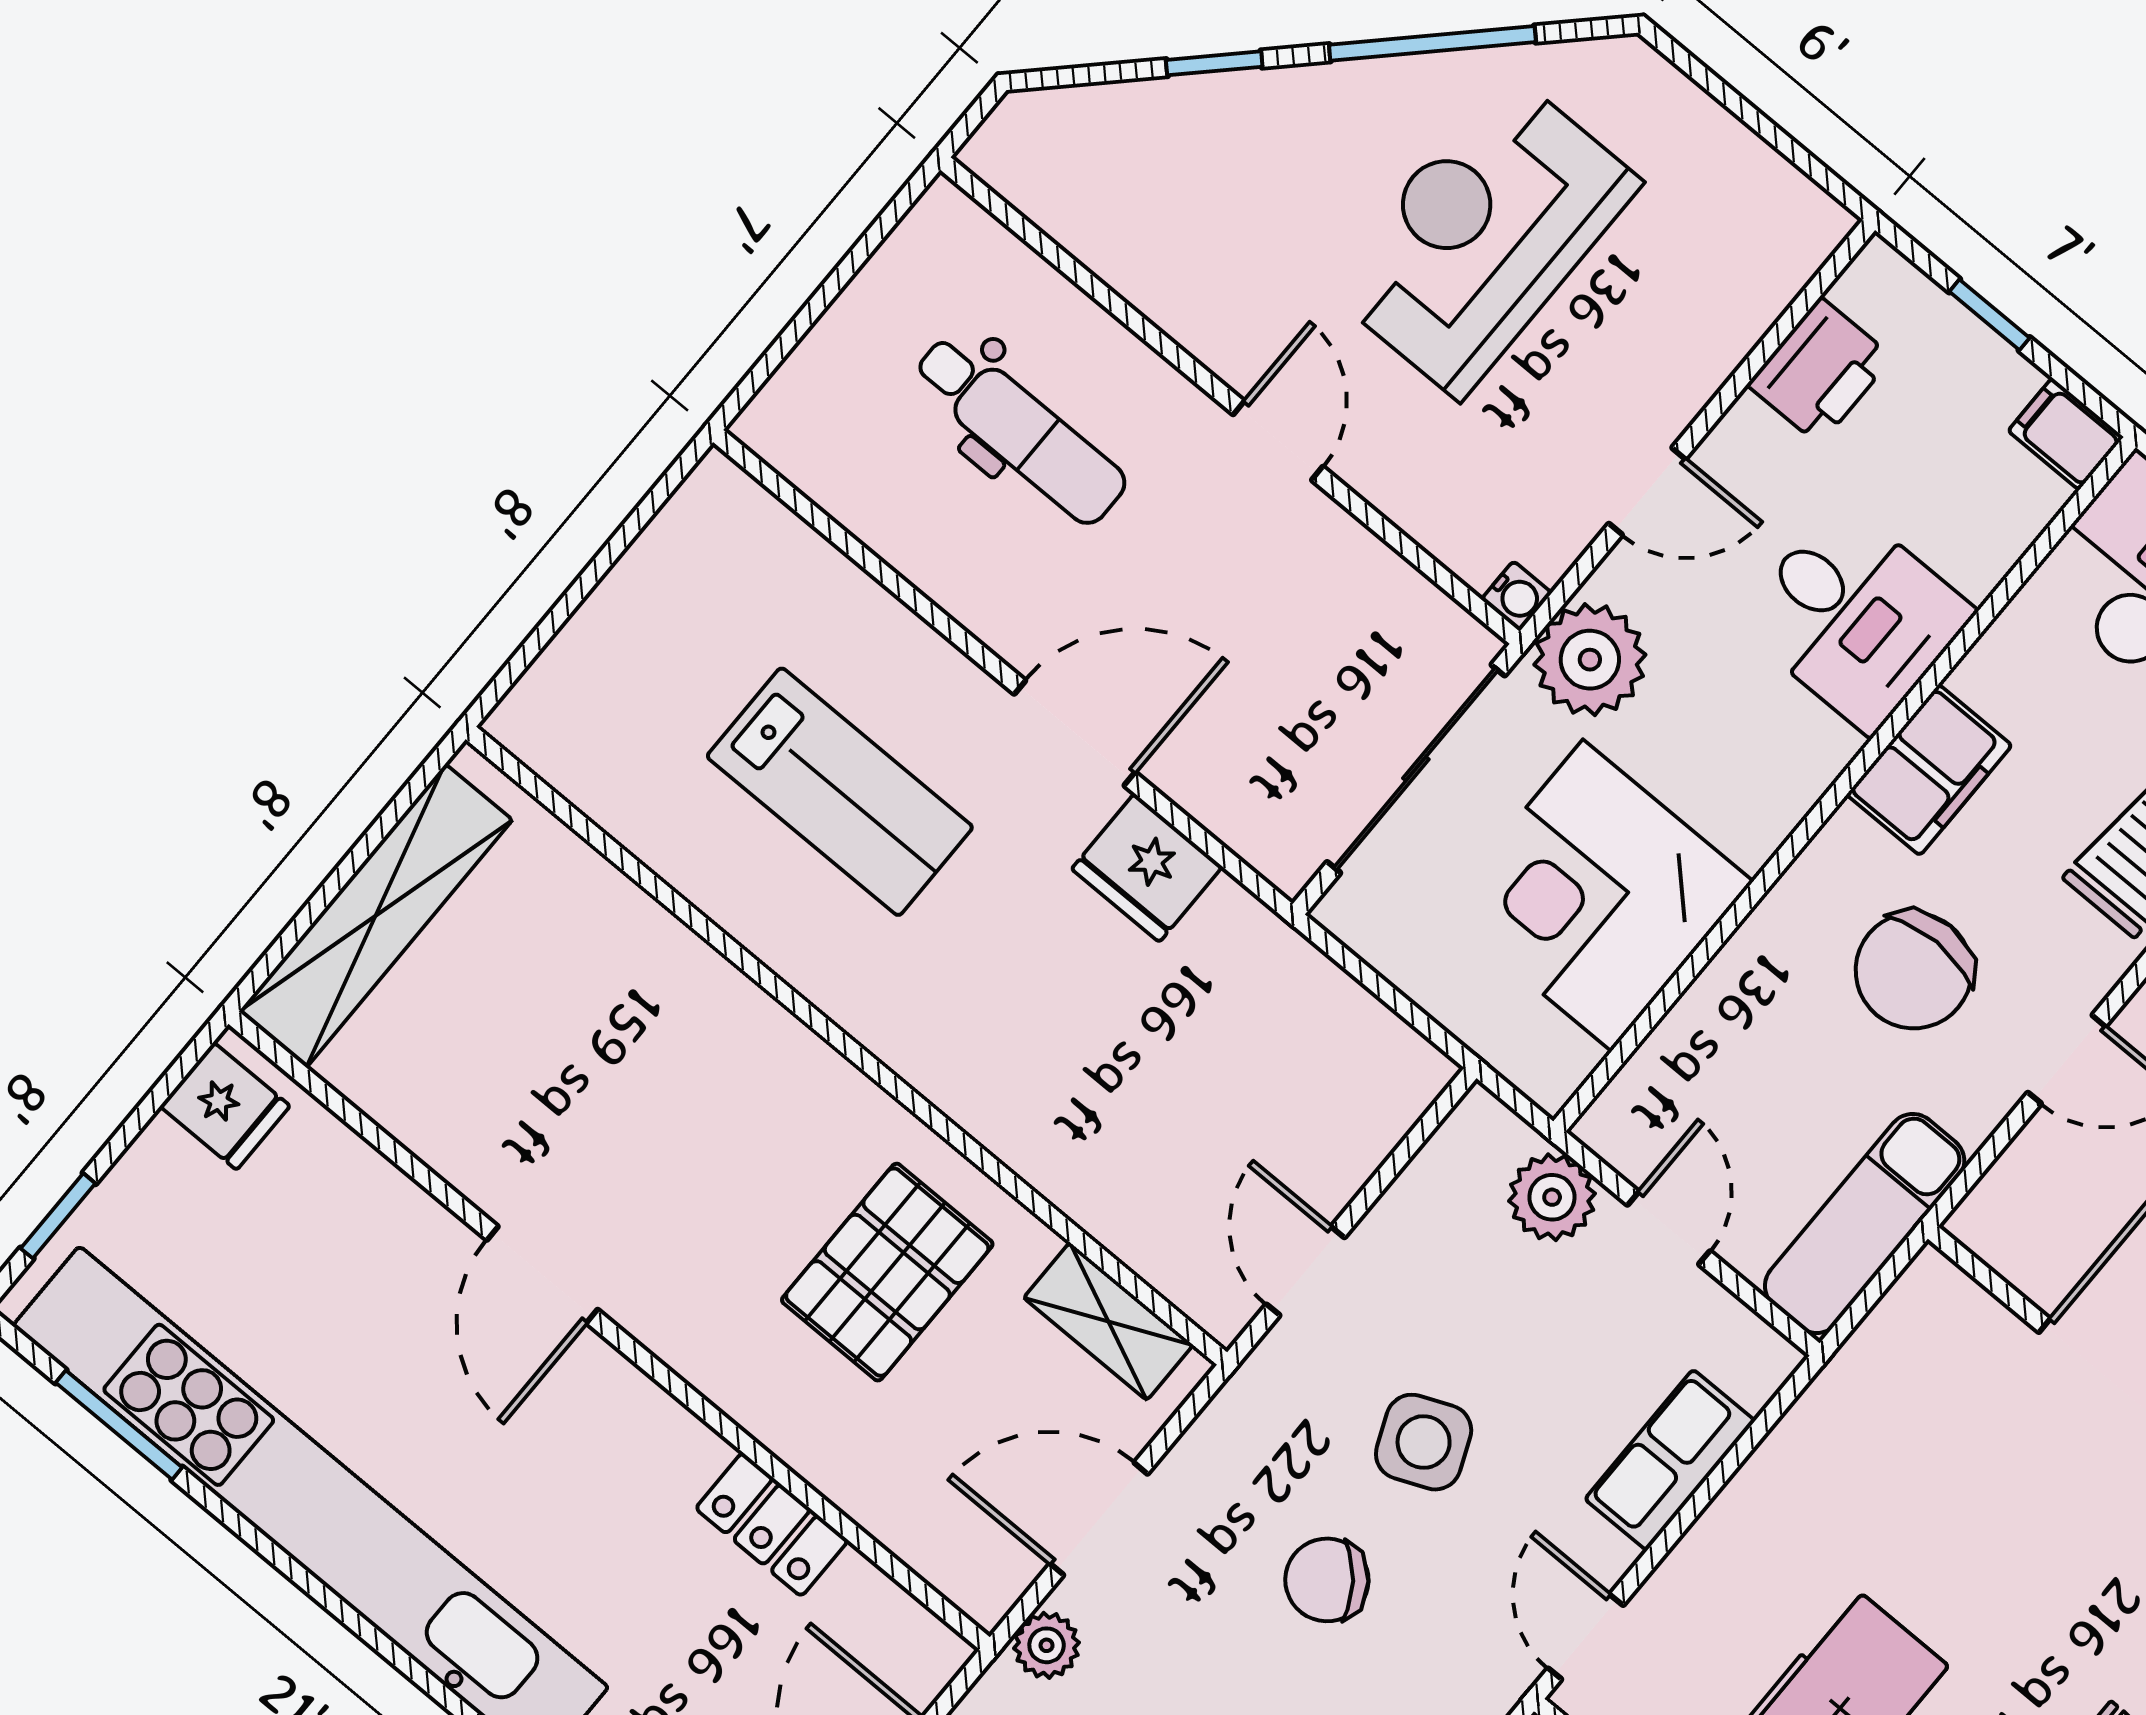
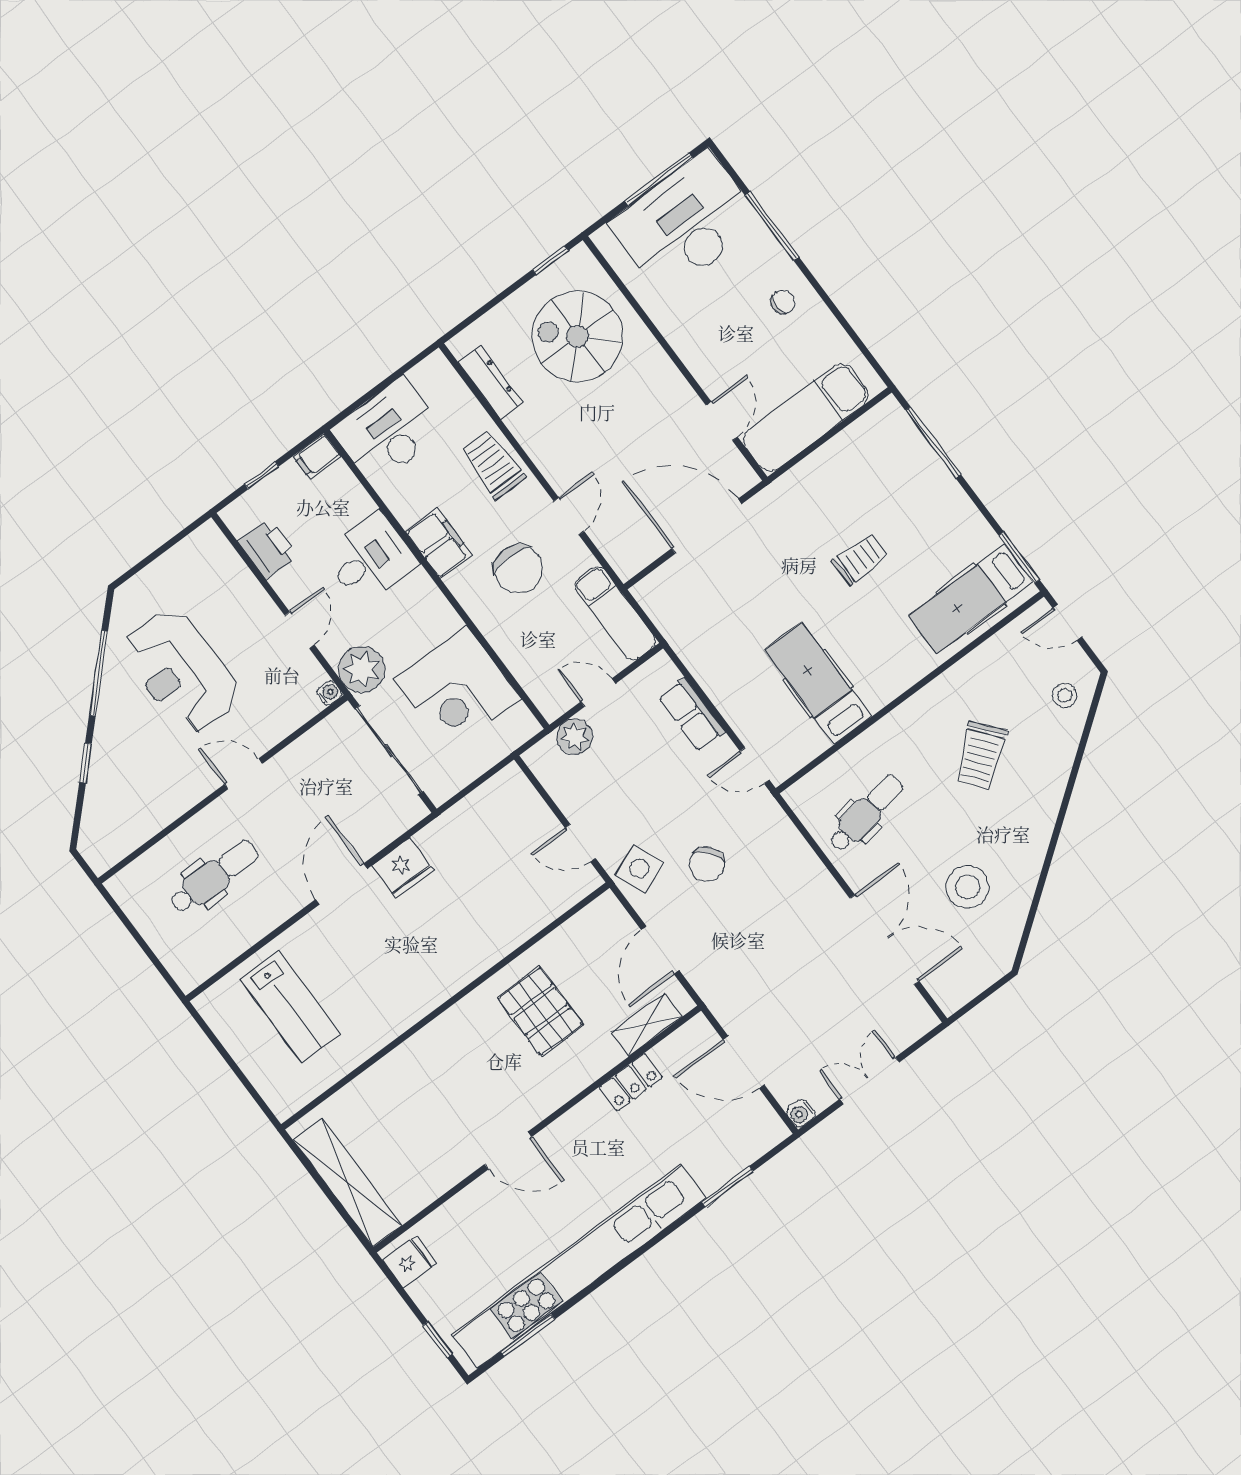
lab bench: (840, 792) -> (290, 1006), moved, turned 90
shelving: (1108, 1321) -> (646, 1025), moved
side table: (1424, 1442) -> (639, 869), moved
plant: (1047, 1645) -> (706, 983), removed

